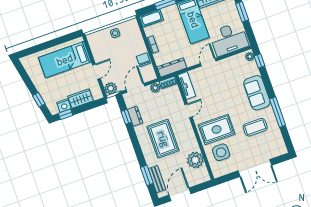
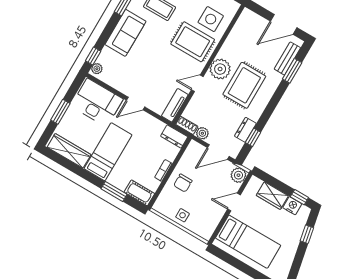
chair: (143, 60) -> (183, 183), moved
dresser: (172, 67) -> (174, 136), width x0.70
plant: (195, 160) -> (220, 69), moved

